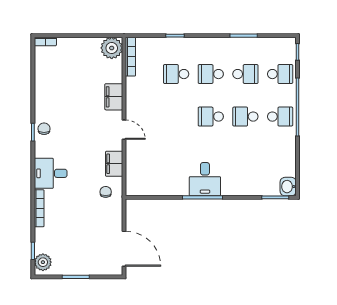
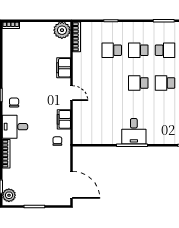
chair: (44, 129) -> (14, 102), moved

